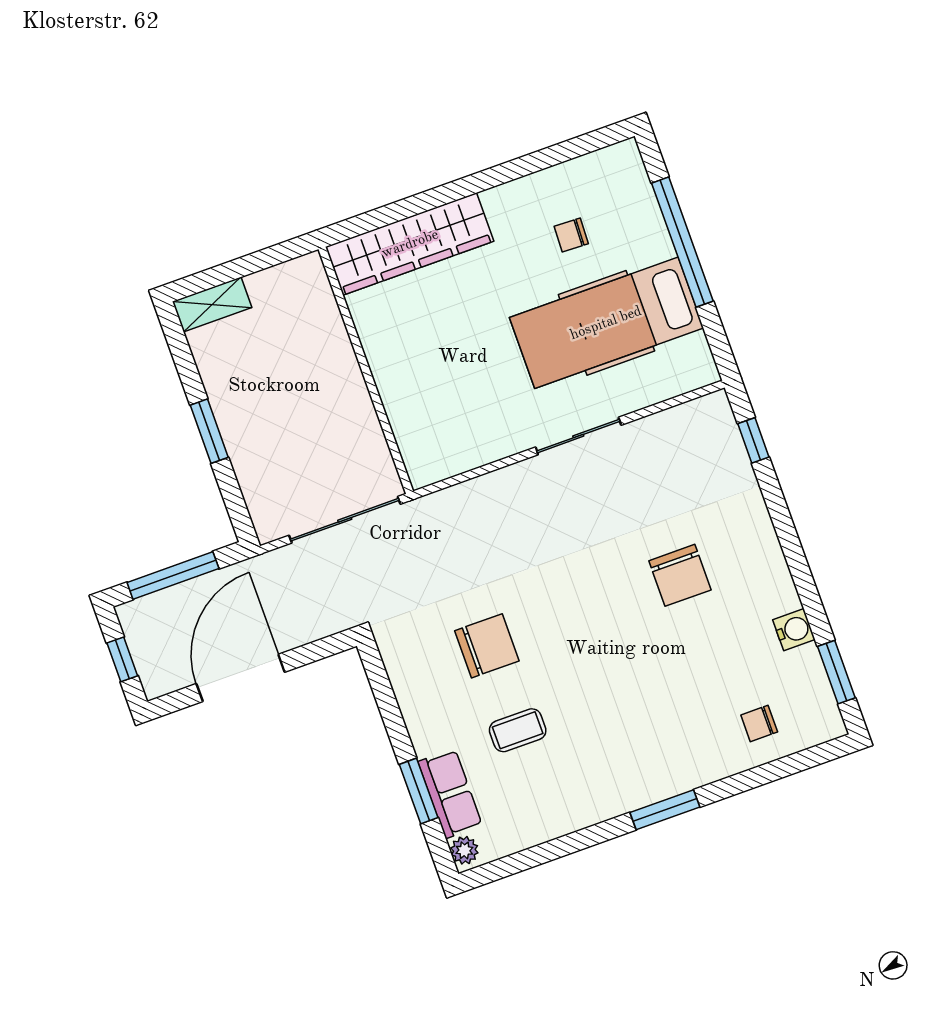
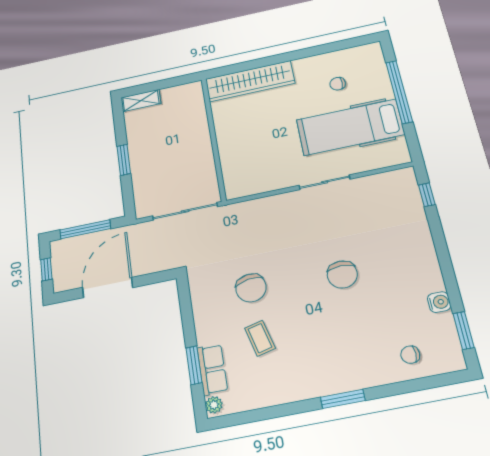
chair: (680, 575) -> (342, 274), moved
chair: (487, 646) -> (251, 288), turned 81
coffee table: (518, 730) -> (260, 338), turned 76

